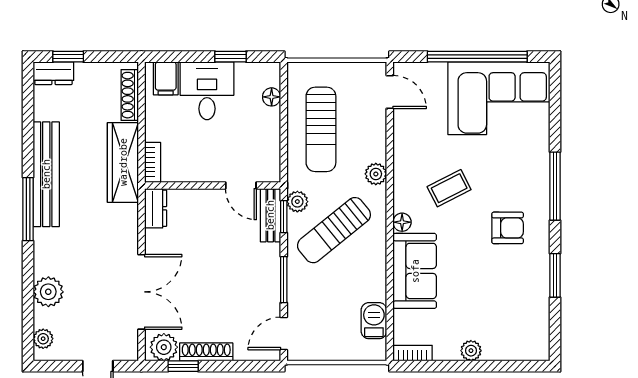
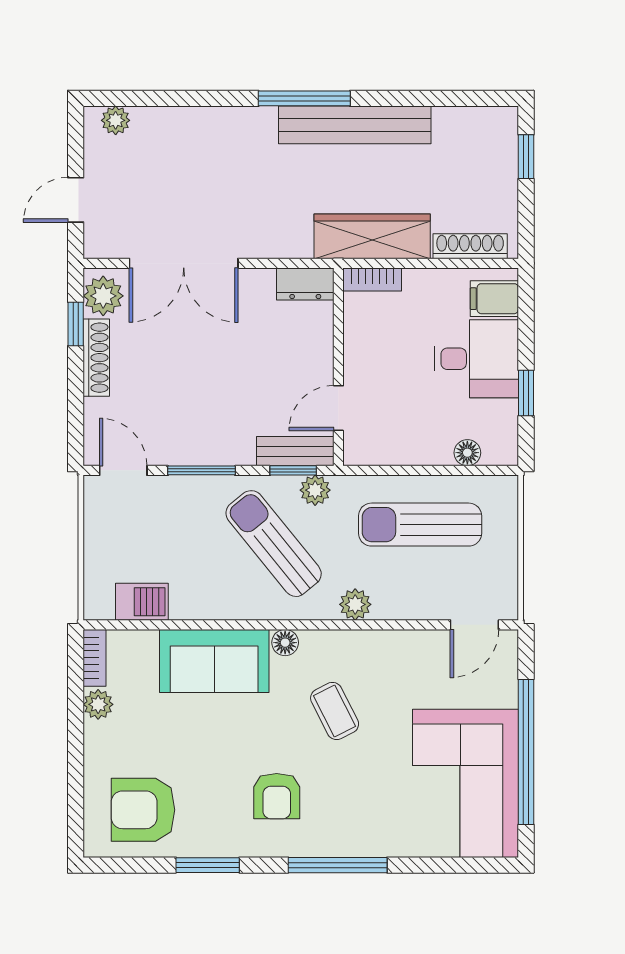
dresser: (53, 73) -> (502, 135), removed
plant: (48, 292) -> (184, 128), removed
armchair: (517, 320) -> (143, 810), added
plant: (471, 351) -> (98, 704), moved

